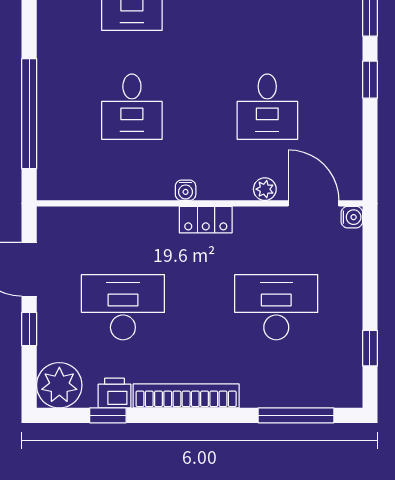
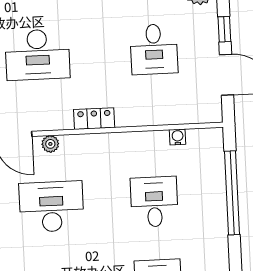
desk: (267, 107) -> (51, 207), width x1.37
water cooler: (186, 190) -> (178, 137), moved
desk: (123, 307) -> (154, 49), width x0.73

